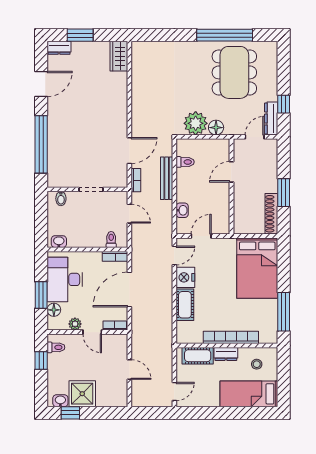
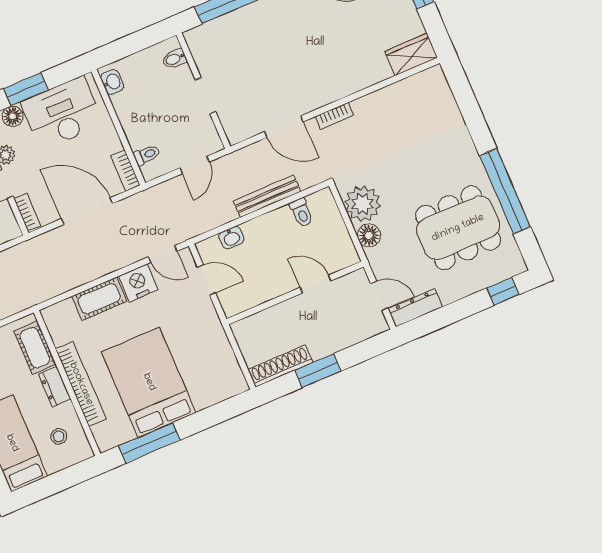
window: (284, 104) -> (503, 291), moved
bookcase: (136, 180) -> (334, 116), moved
bed: (257, 268) -> (149, 382), moved, turned 90

